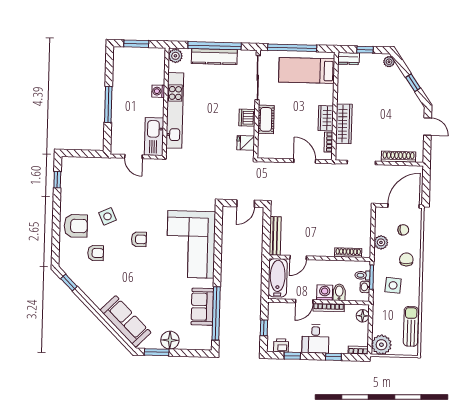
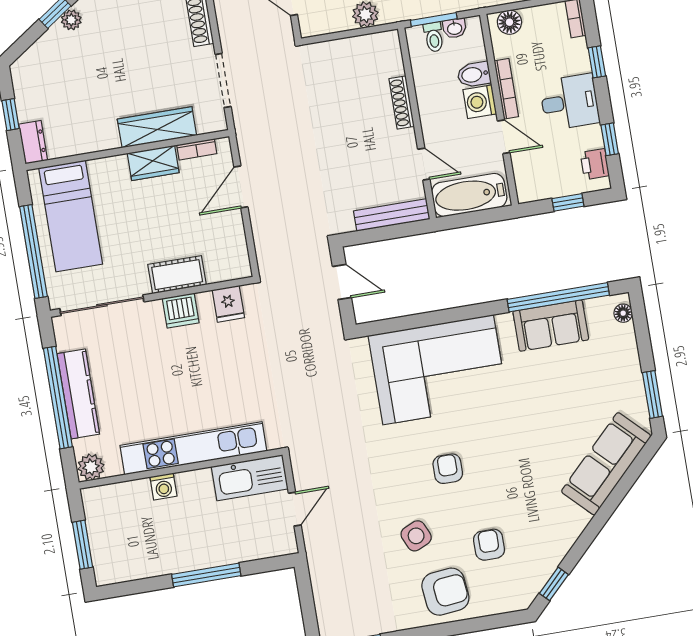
plant: (389, 62) -> (71, 20), moved
armchair: (76, 226) -> (445, 592), turned 84
shoe rack: (348, 253) -> (402, 103), moved
floor lamp: (170, 340) -> (623, 313), moved, width x0.53, depth x0.53

